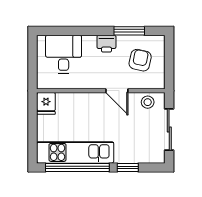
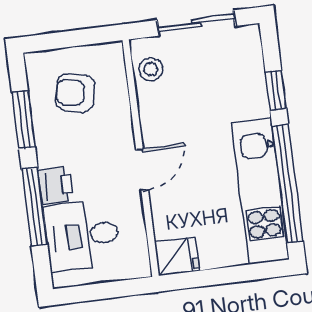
window: (82, 31) -> (34, 207), added
printer: (106, 44) -> (56, 185), moved
door: (117, 91) -> (142, 170), moved

